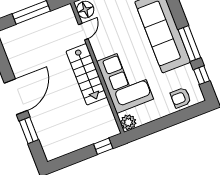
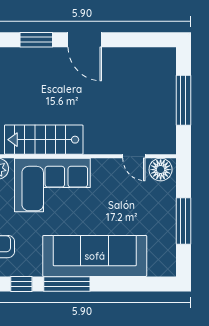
stairs: (87, 74) -> (44, 140), moved
door: (16, 97) -> (85, 40), width x0.73

